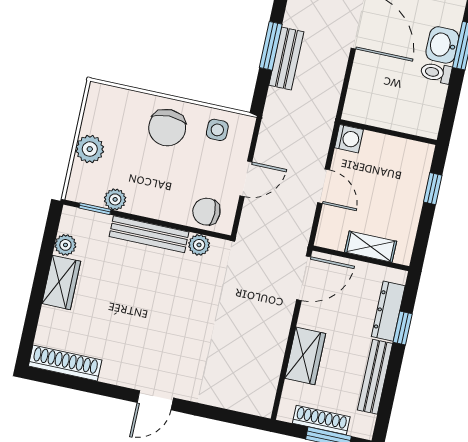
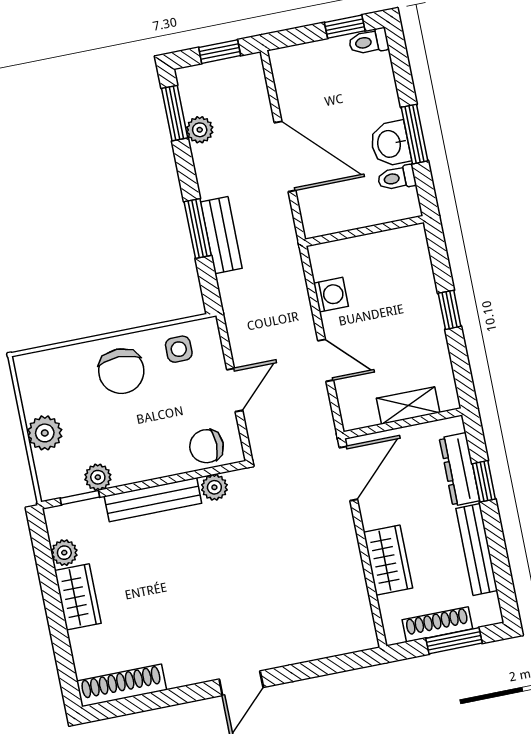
wall: (388, 132) -> (364, 231), moved

